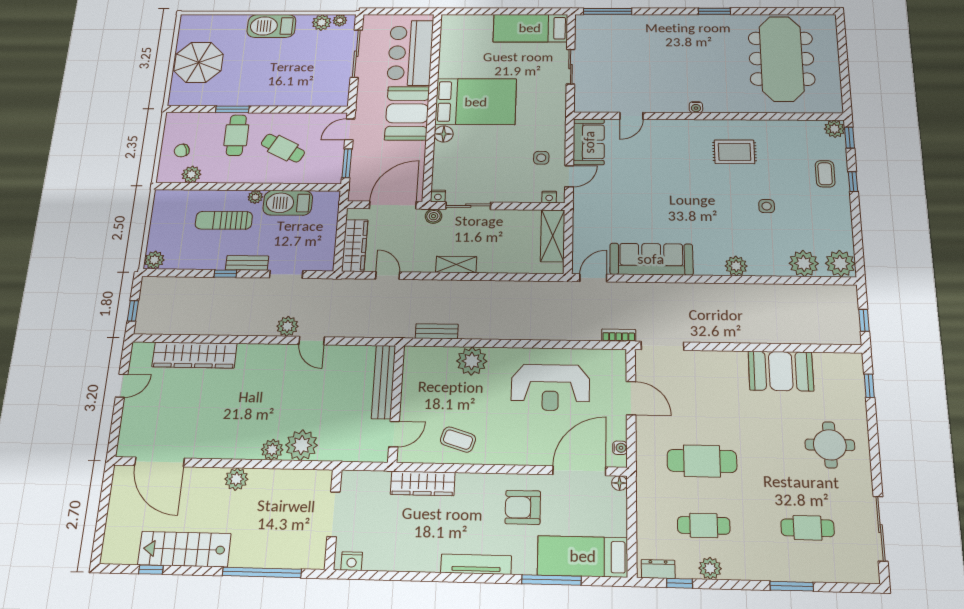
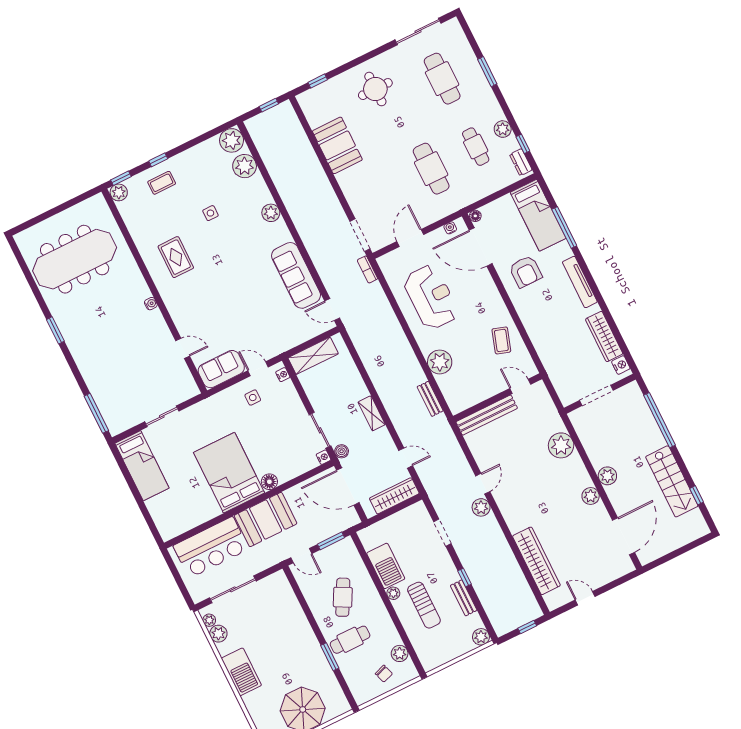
bench: (247, 263) -> (464, 598), moved
door: (388, 275) -> (406, 458), swing flipped
plant: (272, 450) -> (591, 496), moved
wardrobe: (423, 483) -> (604, 336), moved, turned 180
cafe table: (808, 528) -> (442, 79), width x1.37, depth x1.35

